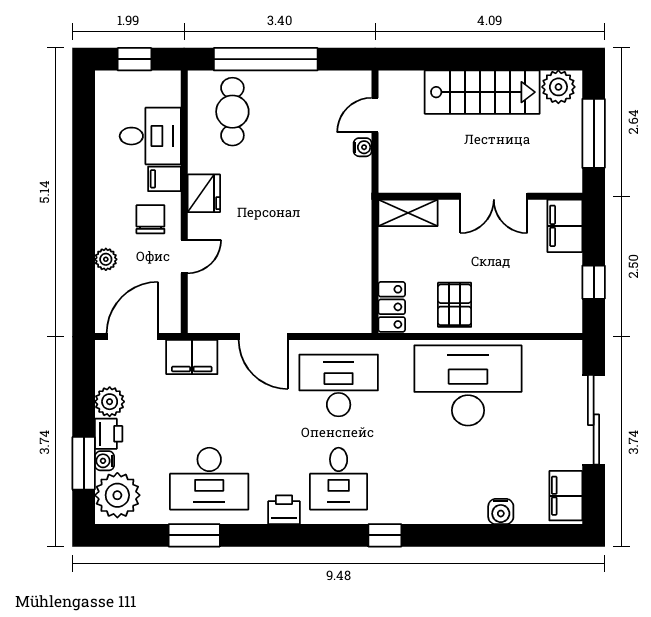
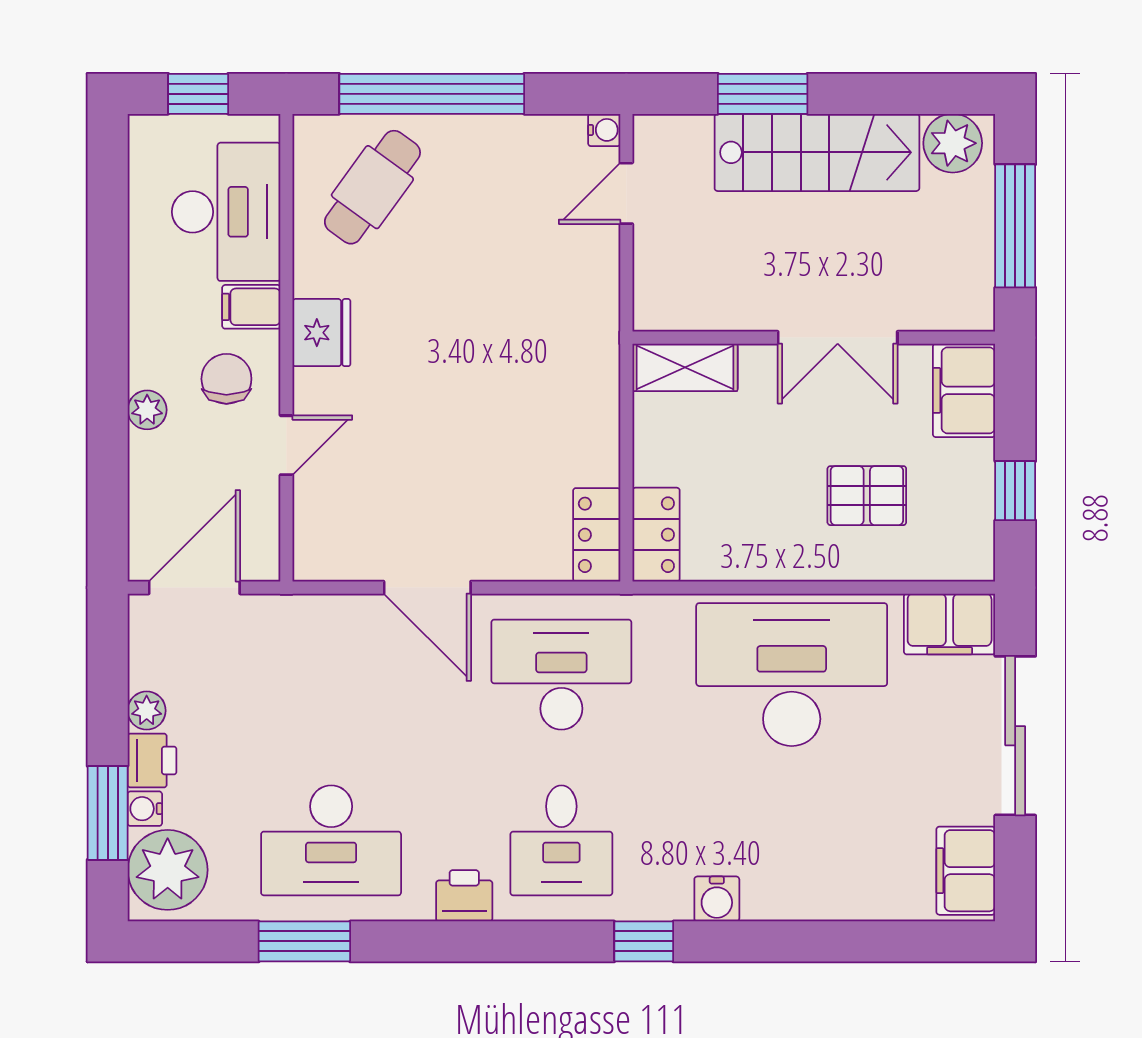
window: (452, 59) -> (763, 94), added
cafe table: (232, 112) -> (372, 187), turned 36
desk: (150, 136) -> (226, 212), width x1.37
water cooler: (363, 147) -> (604, 130), moved
plant: (106, 259) -> (147, 410), moved
pallet: (455, 305) -> (867, 496), moved, turned 90
locker: (358, 307) -> (597, 535), added
filing cabinet: (192, 357) -> (950, 624), moved
plant: (110, 402) -> (147, 711), width x0.73, depth x0.73
water cooler: (501, 512) -> (717, 899), moved

